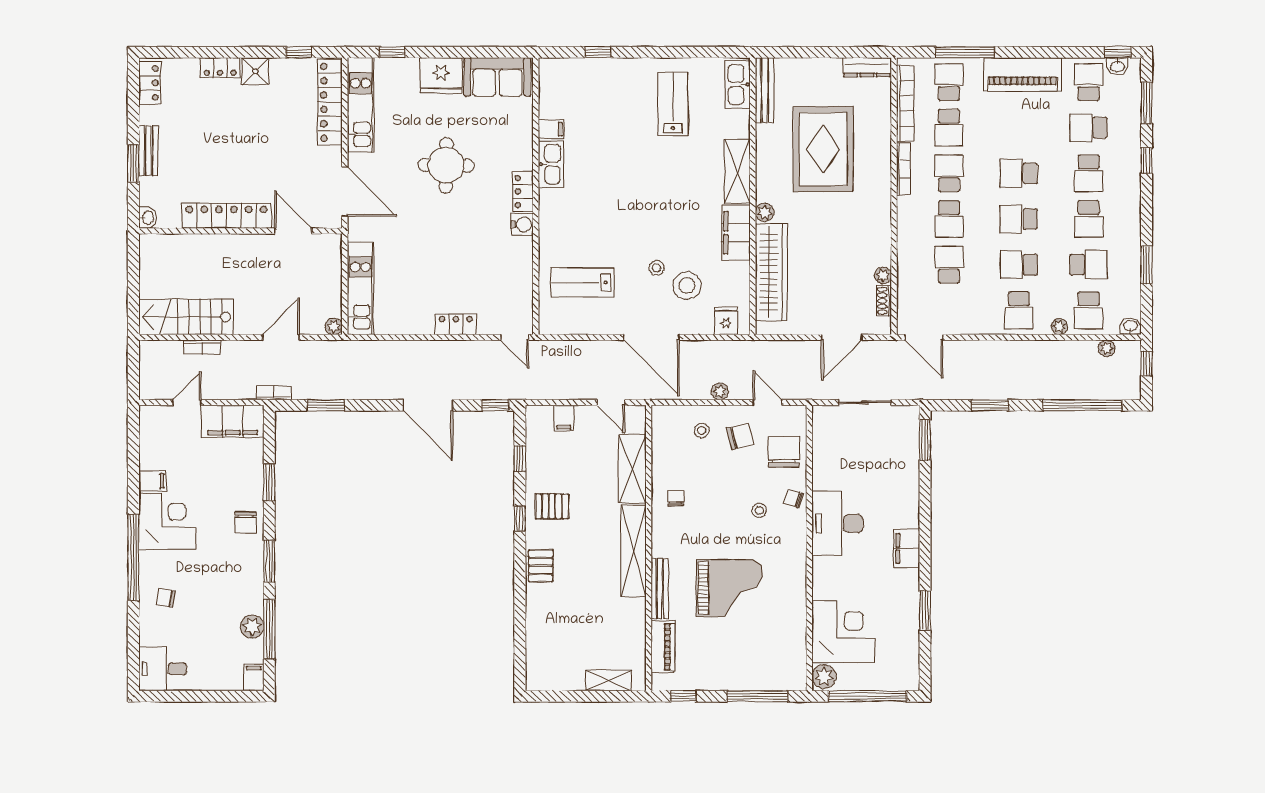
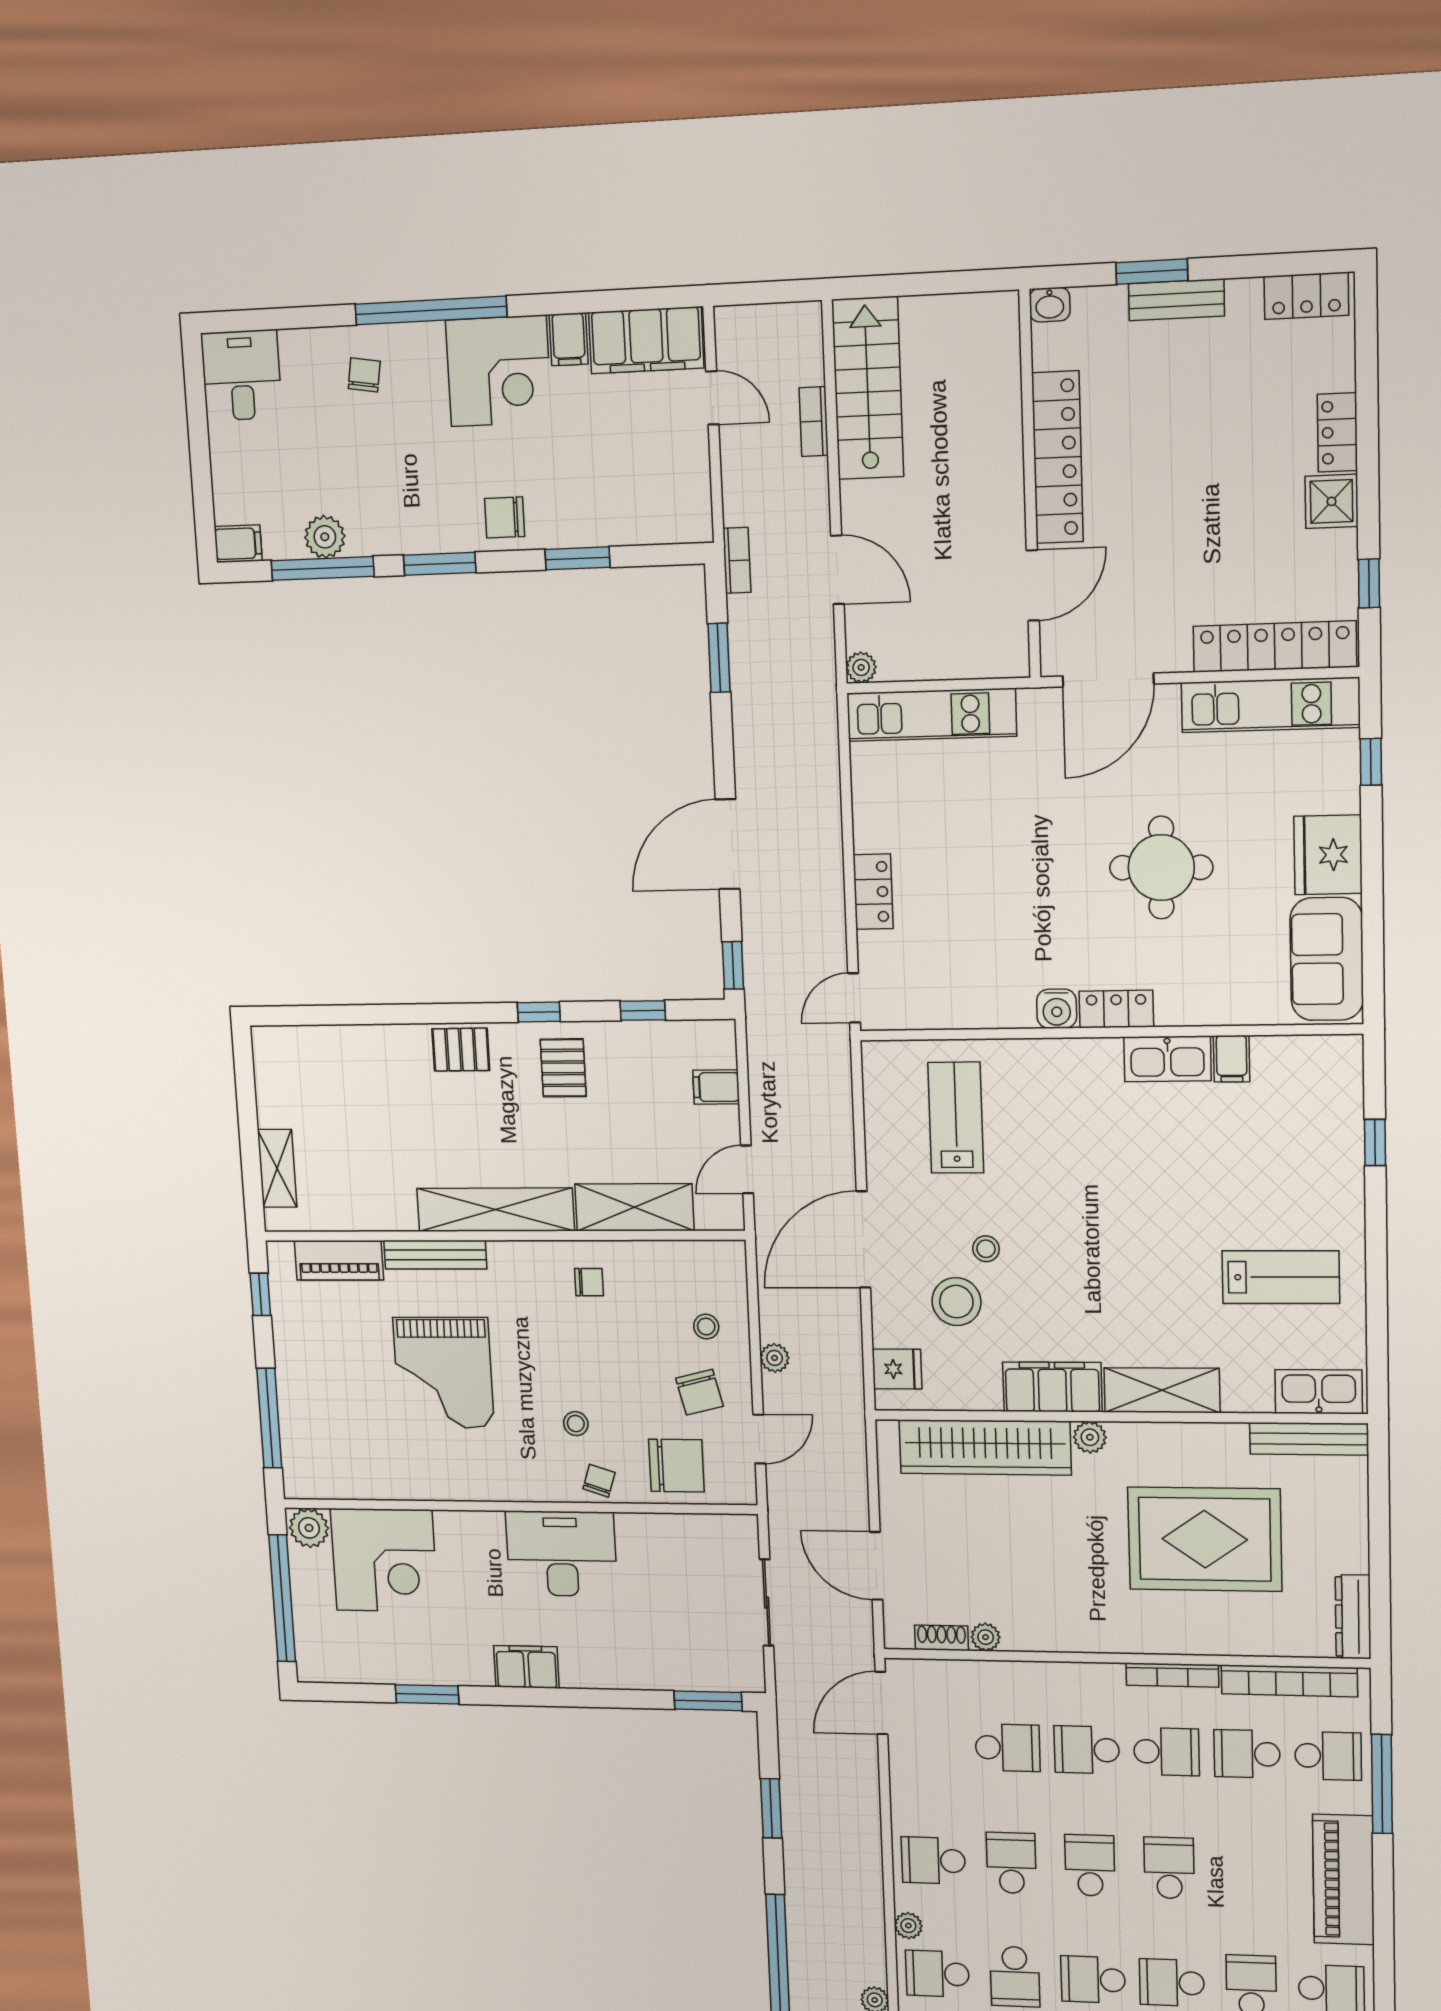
filing cabinet: (233, 421) -> (646, 340), moved, turned -90

